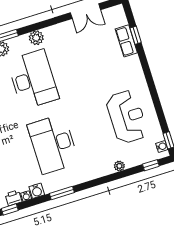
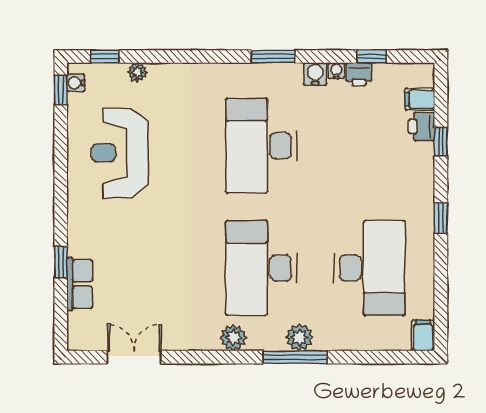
window: (136, 35) -> (61, 262), moved
desk: (53, 144) -> (261, 146), turned 180
plant: (119, 166) -> (137, 72), moved

